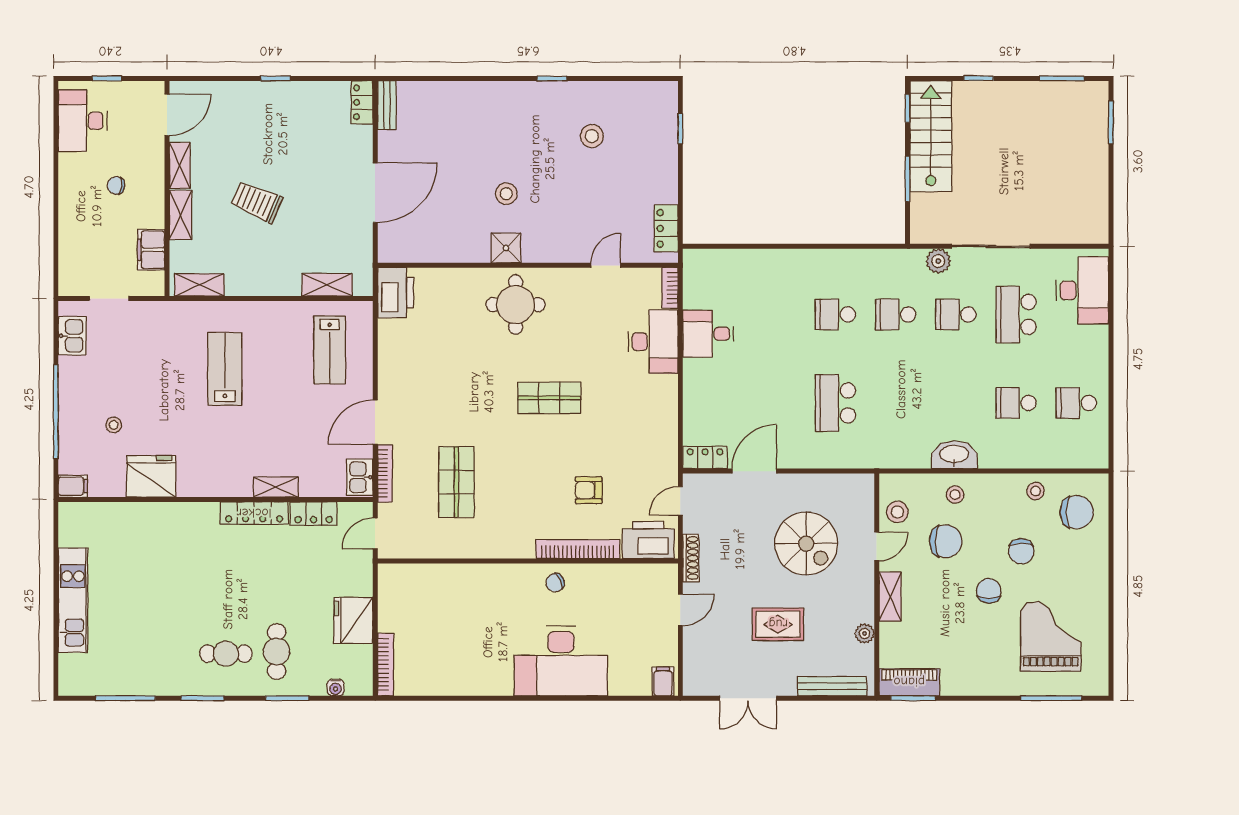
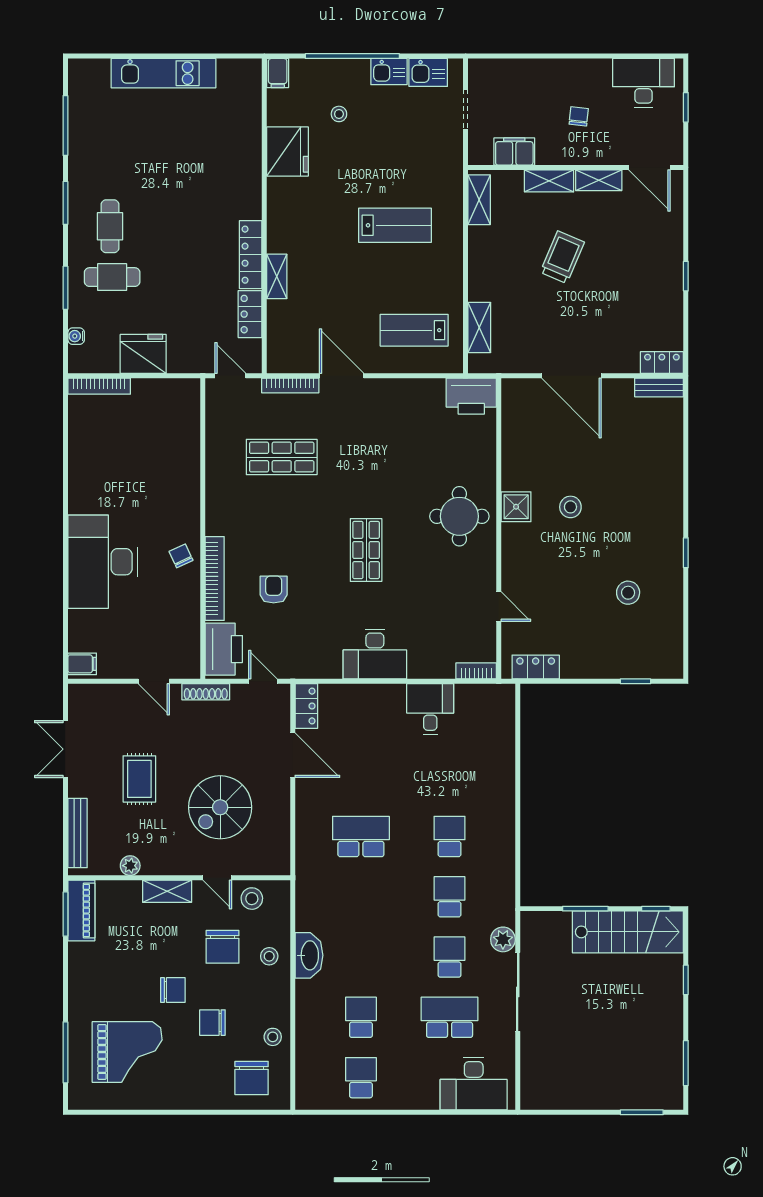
desk: (653, 342) -> (375, 654), moved
kitchen sink: (360, 477) -> (389, 72), moved, turned 180

